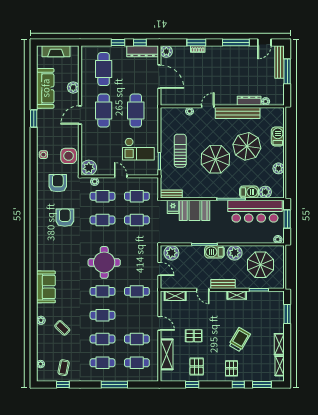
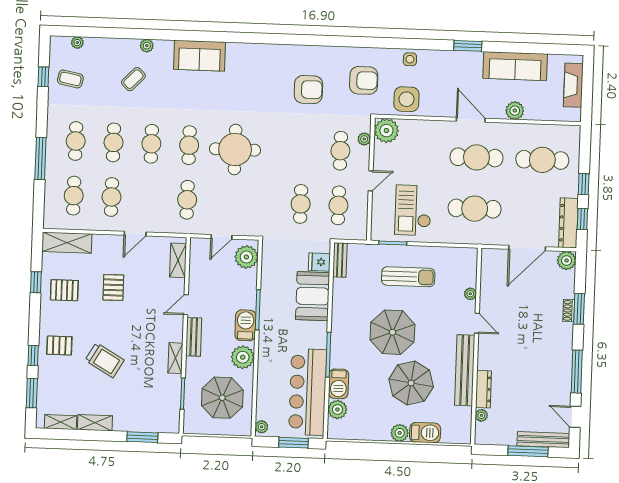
plant: (279, 168) -> (400, 433), moved
cafe table: (103, 220) -> (303, 149), removed
shelving: (167, 354) -> (67, 243), moved

